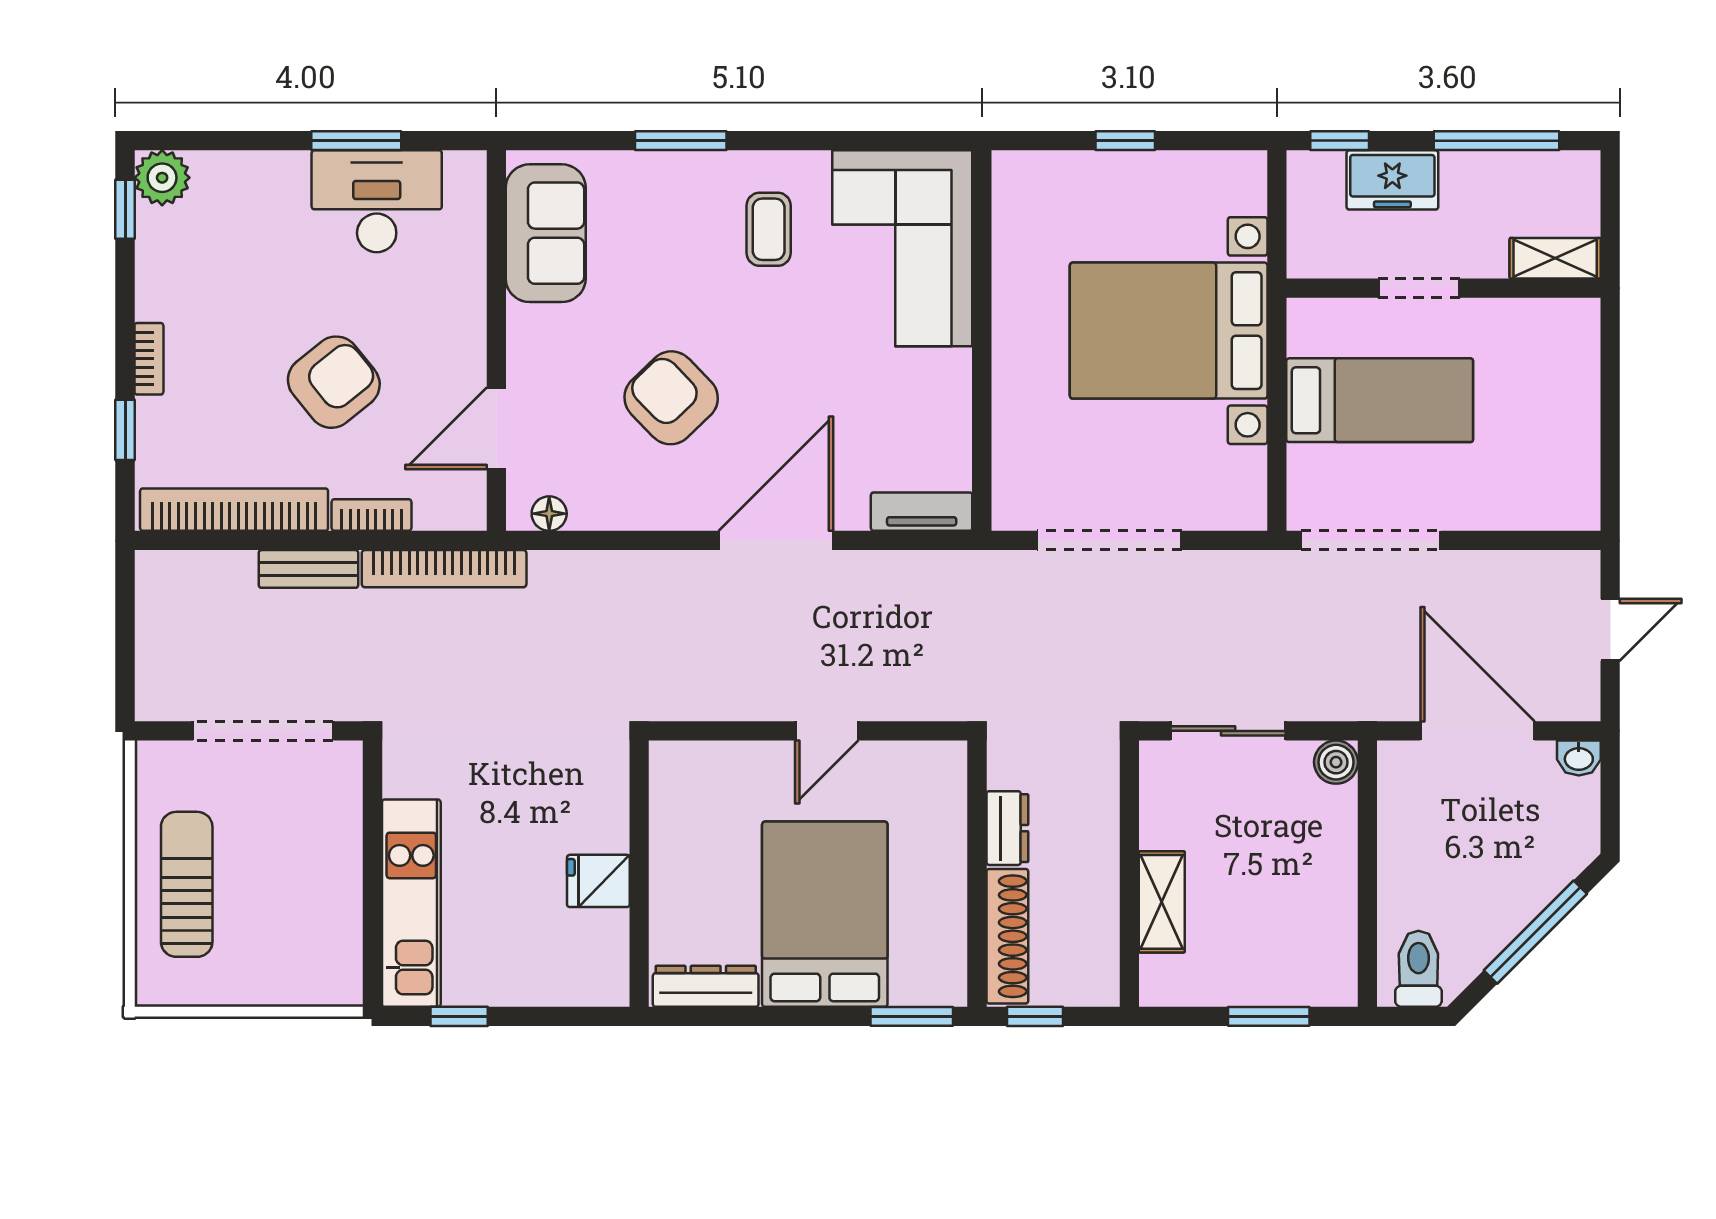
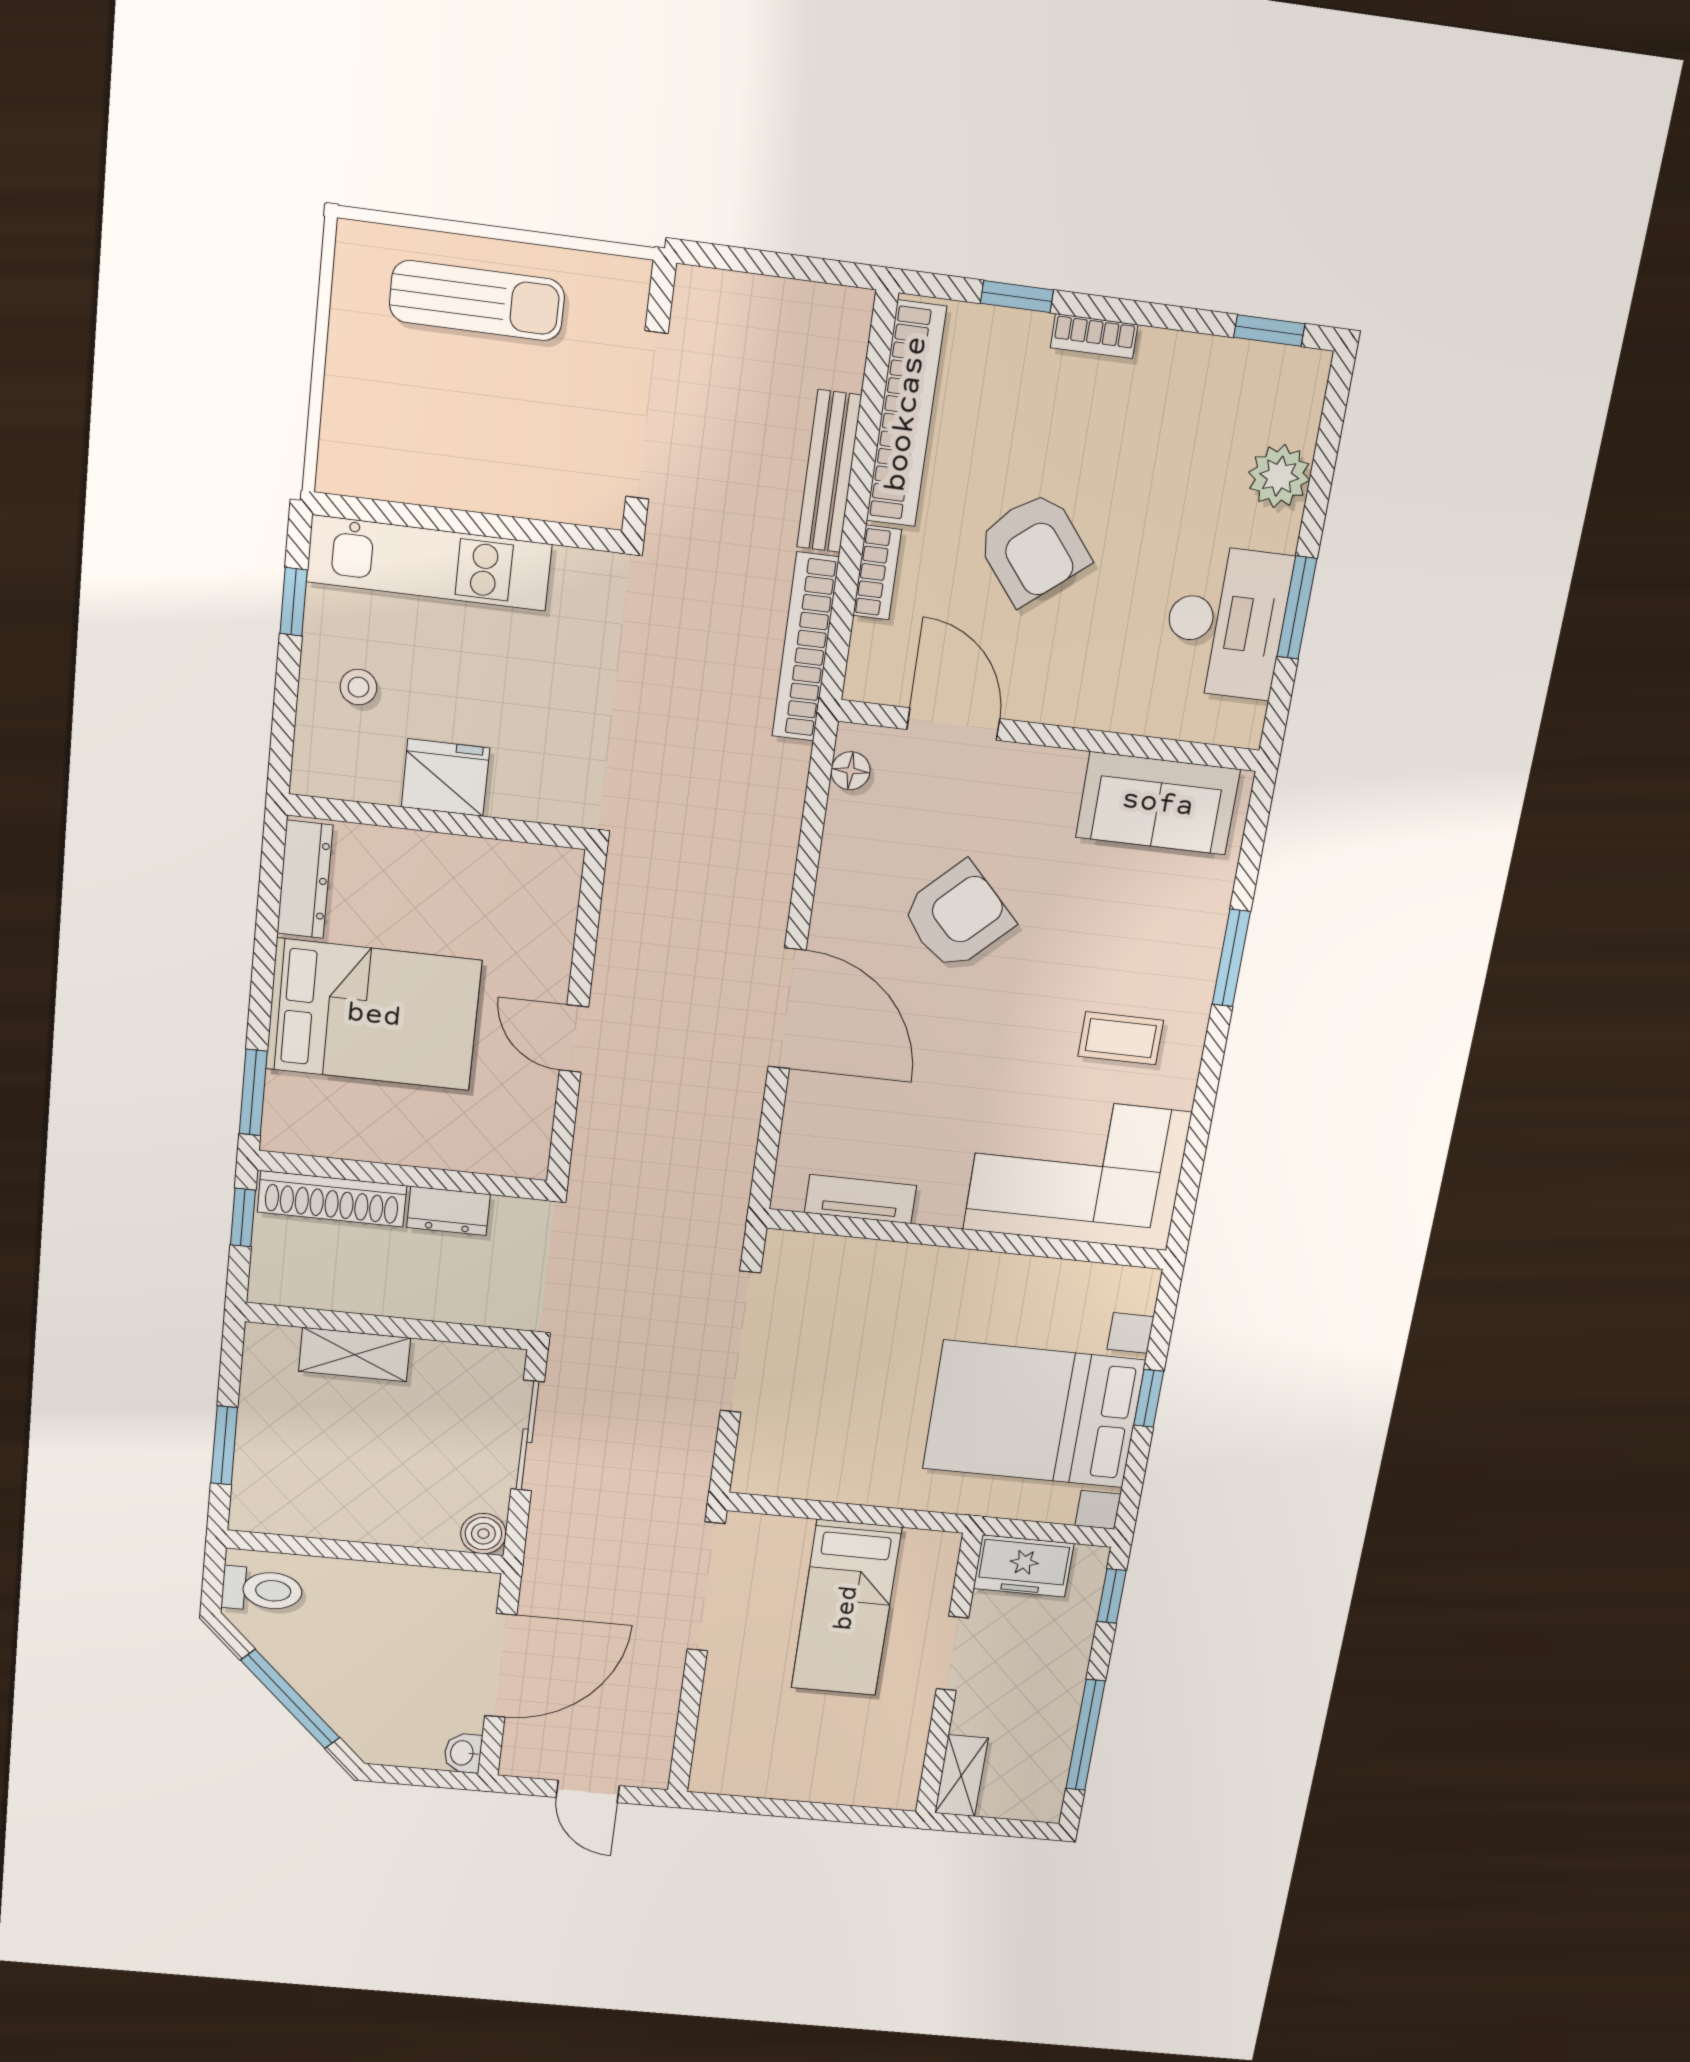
plant: (162, 178) -> (1279, 476), moved
freezer: (1392, 180) -> (1024, 1566), moved, turned -90
bed with nightstands: (1169, 331) -> (1034, 1414), moved, turned -90
tv unit: (922, 512) -> (860, 1199), moved, turned -90
bench: (308, 569) -> (829, 471), width x1.36
fridge: (598, 881) -> (445, 778), width x1.38
stool: (527, 954) -> (358, 687), added

